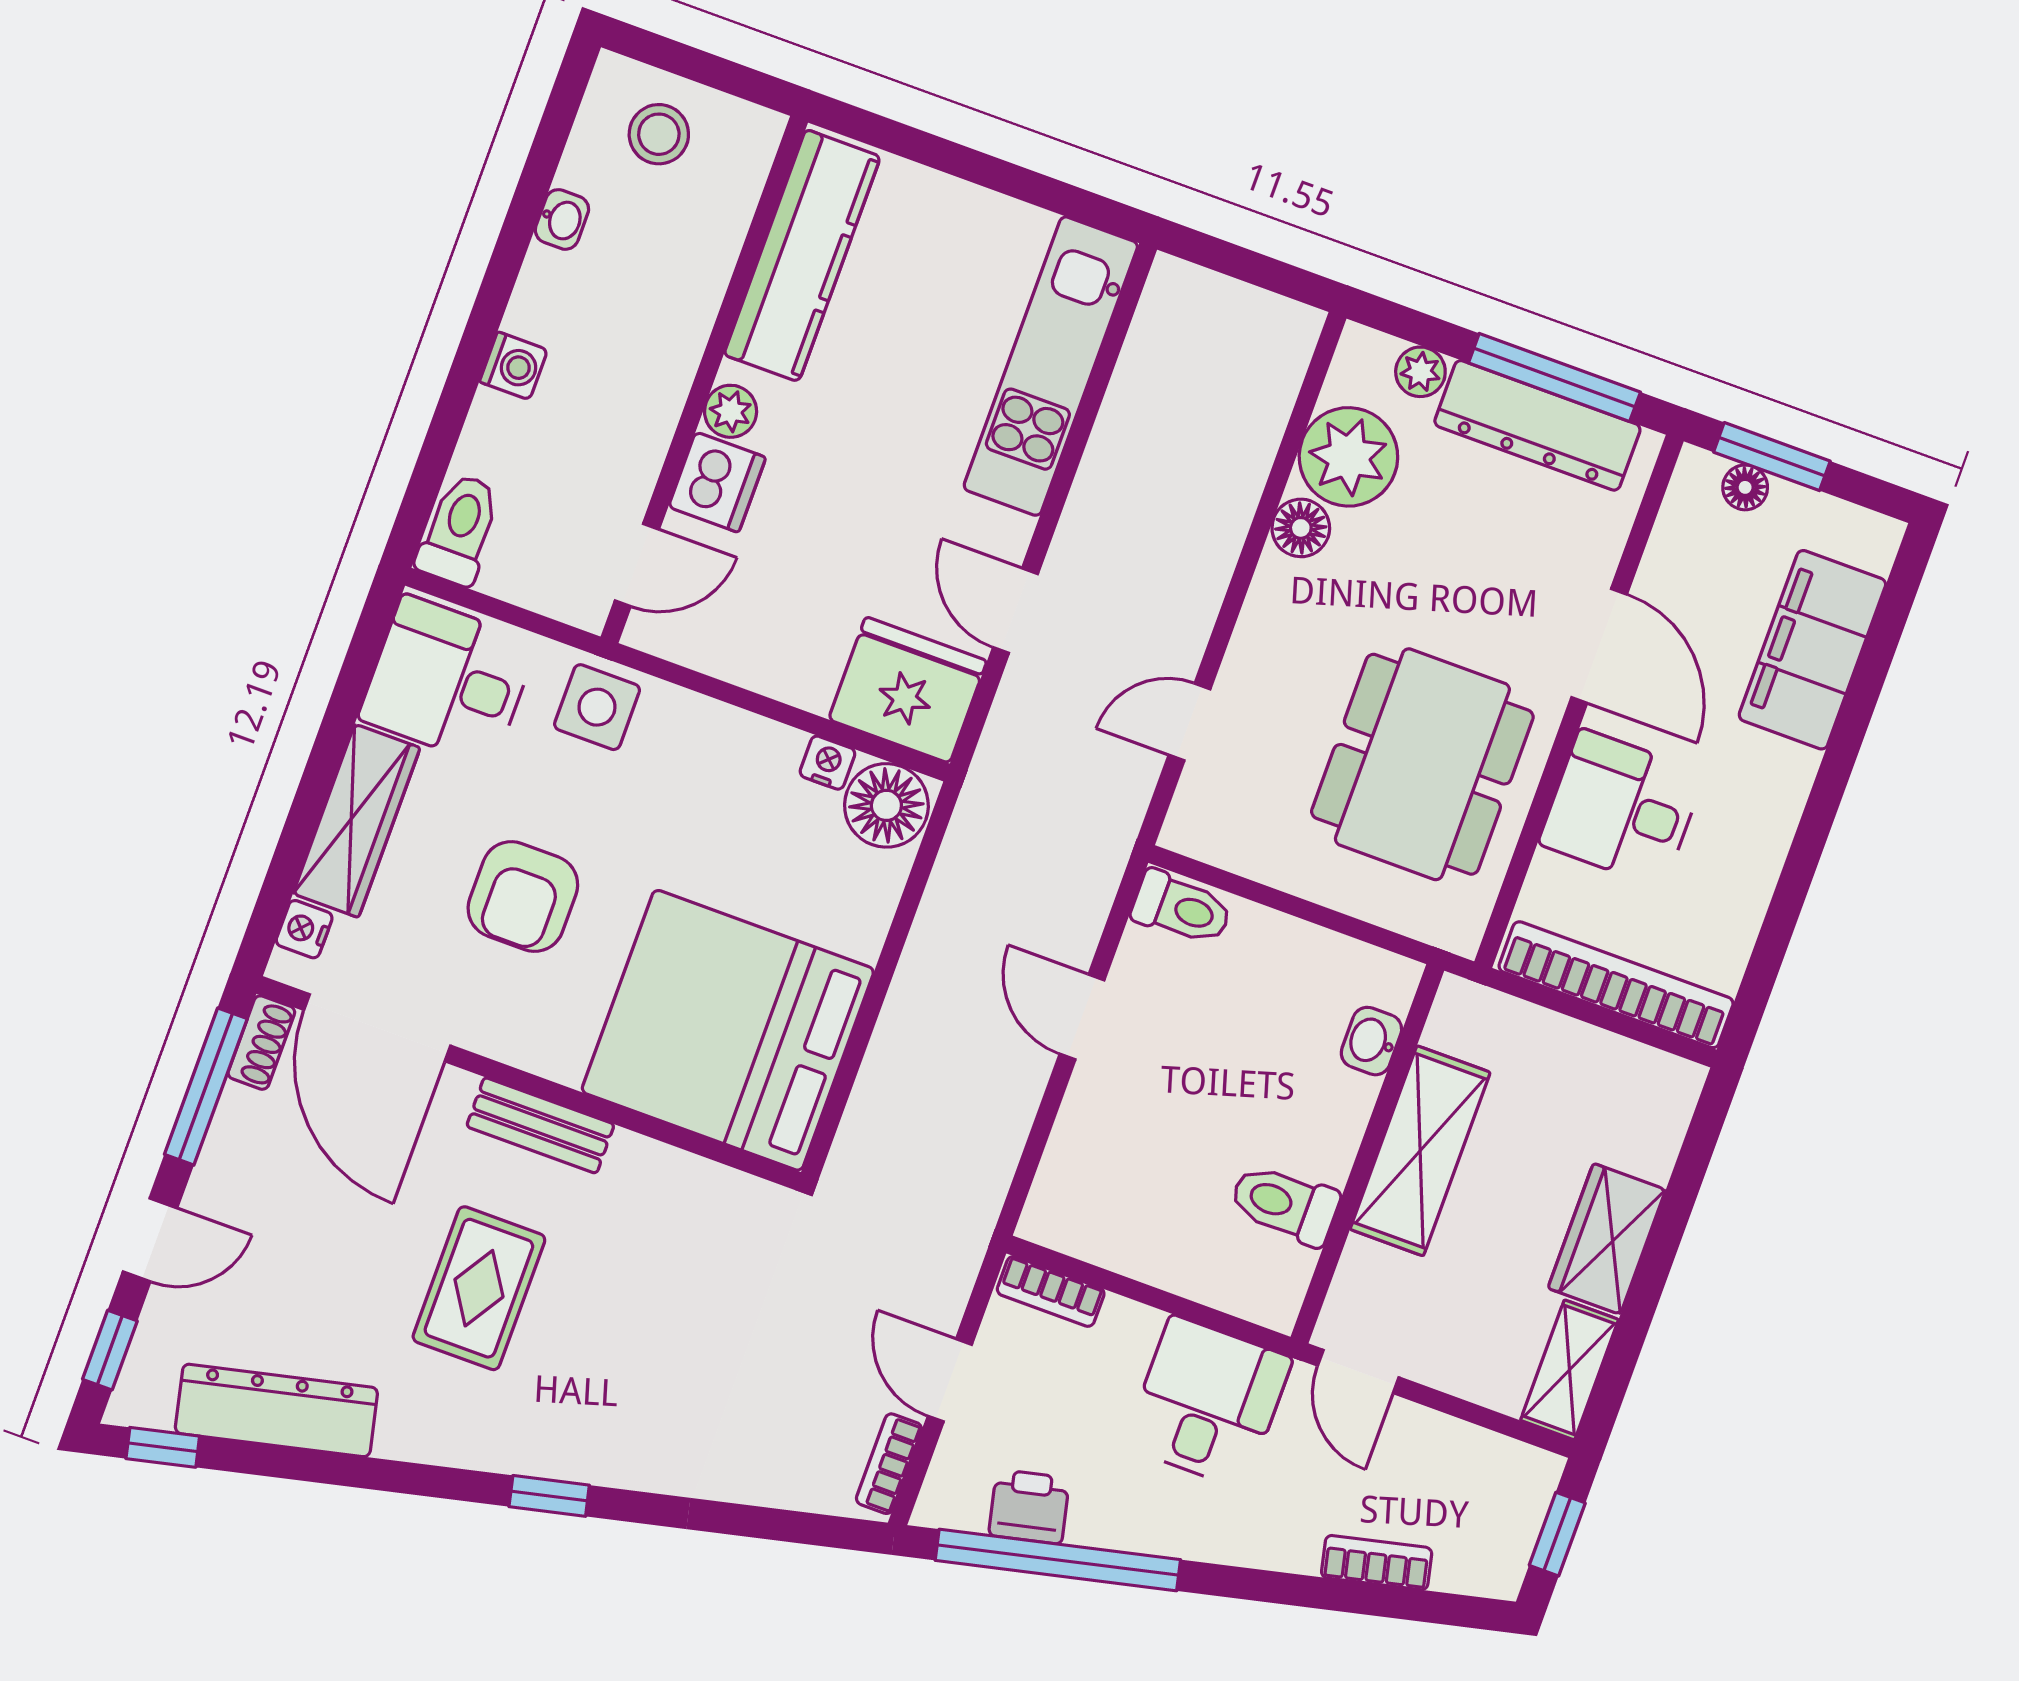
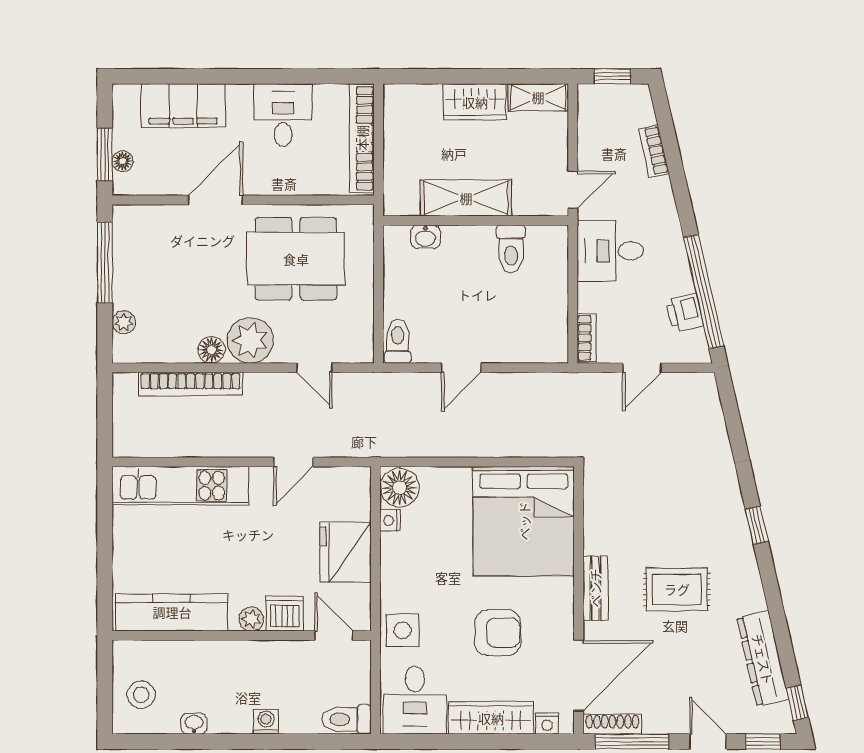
dresser: (1537, 425) -> (129, 262), removed
plant: (1348, 457) -> (250, 340), moved
fridge: (908, 690) -> (345, 552), moved
desk: (1622, 808) -> (283, 115), moved, turned 180
shoe rack: (261, 1043) -> (612, 724), width x1.43
bookcase: (889, 1464) -> (191, 384), moved, width x2.31, depth x1.31

